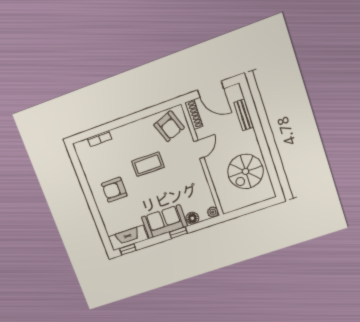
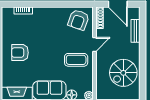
armchair: (169, 126) -> (78, 20), turned 40
coffee table: (148, 164) -> (76, 60), moved

